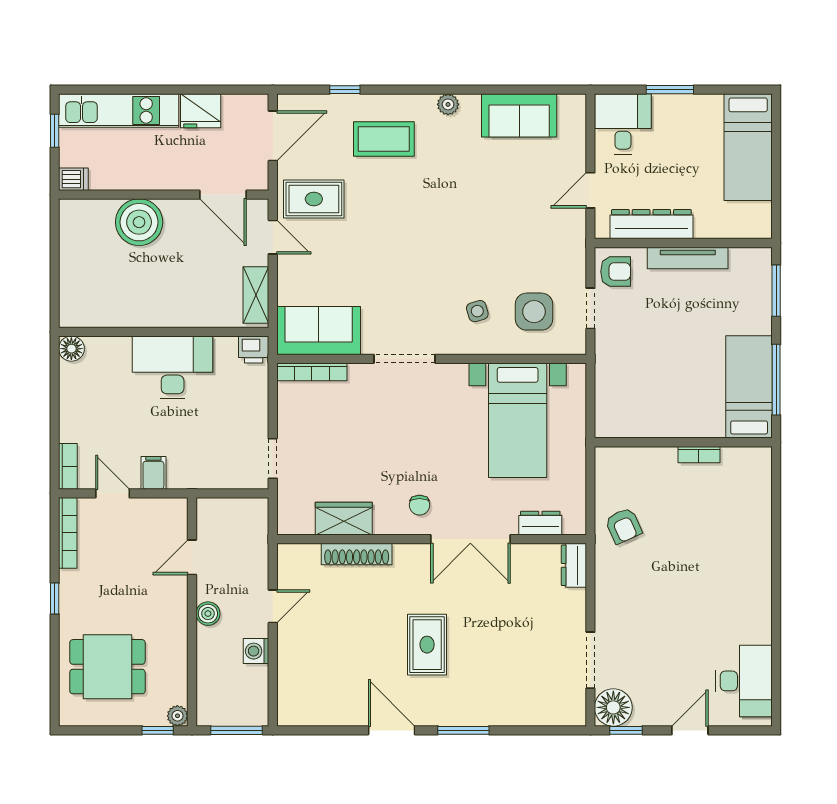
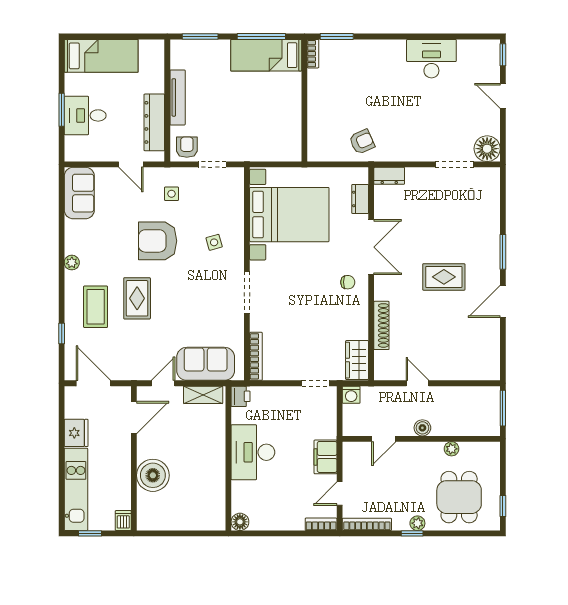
sofa: (519, 115) -> (79, 193), moved
desk: (623, 124) -> (85, 115), moved
rug: (314, 199) -> (137, 298), moved
armchair: (479, 229) -> (158, 241), added
side table: (534, 312) -> (172, 194), moved, width x0.54, depth x0.54
sofa: (319, 331) -> (206, 364), moved, turned 90
bed with nightstands: (518, 420) -> (289, 215), width x1.36
bookcase: (699, 455) -> (313, 54), moved
filing cabinet: (153, 473) -> (326, 457), width x2.00
window: (776, 489) -> (337, 36), added
wardrobe: (344, 519) -> (357, 360), moved
door: (192, 557) -> (384, 439), hinge flipped
plant: (69, 606) -> (417, 523), added
washing machine: (256, 651) -> (351, 395), moved
desk: (744, 681) -> (431, 59), moved
plant: (177, 716) -> (452, 449), moved
window: (158, 730) -> (503, 506), moved
window: (626, 730) -> (503, 55), moved

